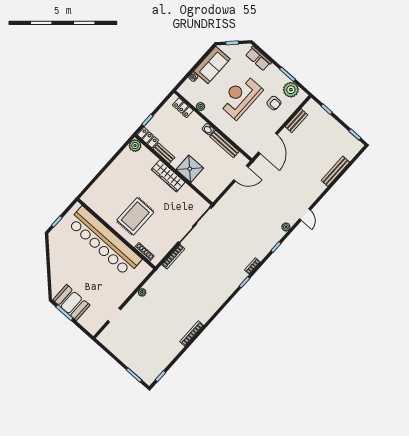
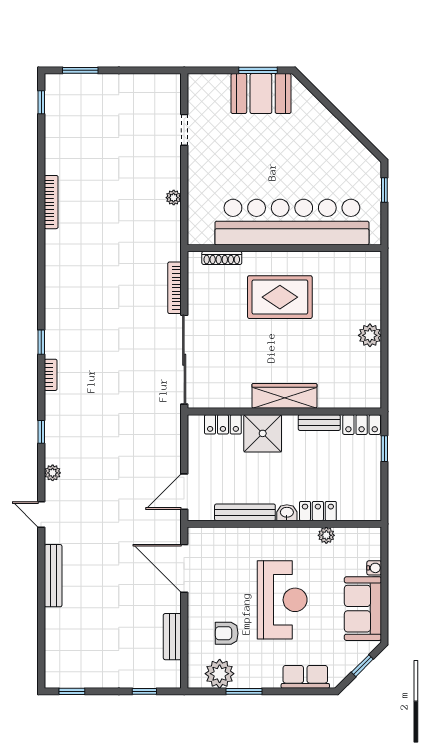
locker: (183, 108) -> (318, 511), moved
plant: (135, 146) -> (370, 335), moved
bench: (335, 171) -> (53, 576), moved
locker: (202, 186) -> (223, 424), added
rug: (135, 216) -> (280, 297), turned 90

